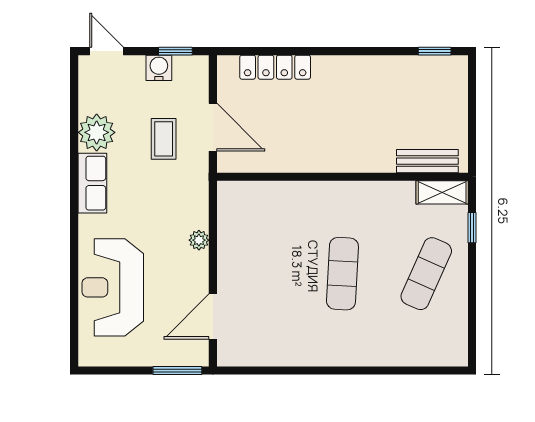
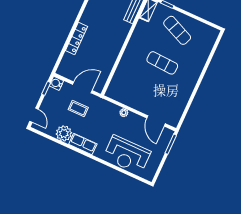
door: (106, 51) -> (34, 115), swing flipped
locker: (275, 67) -> (76, 38), moved
water cooler: (159, 68) -> (56, 83), moved

